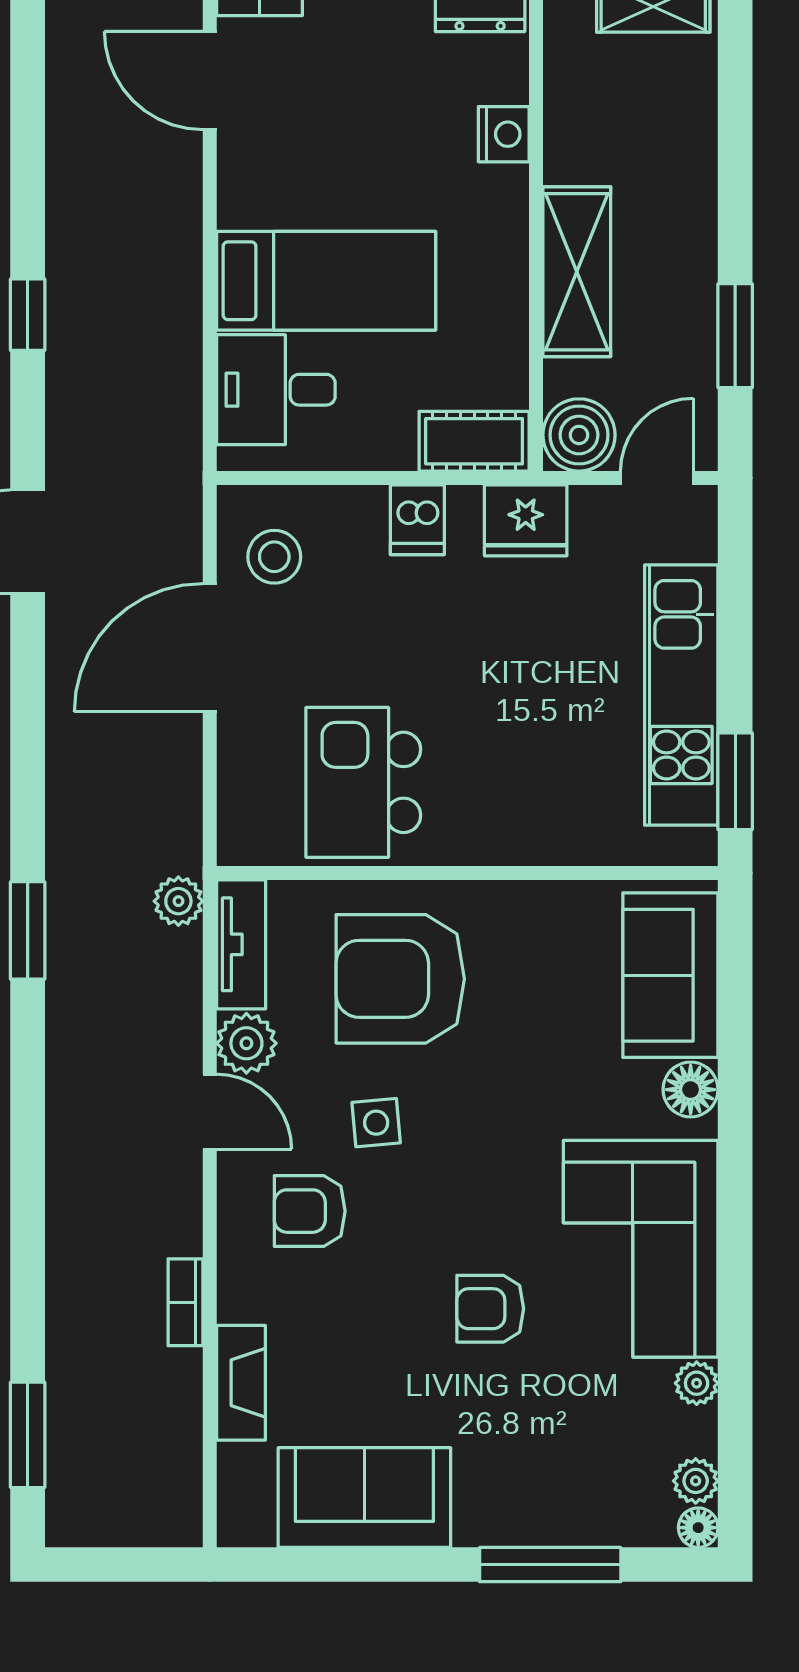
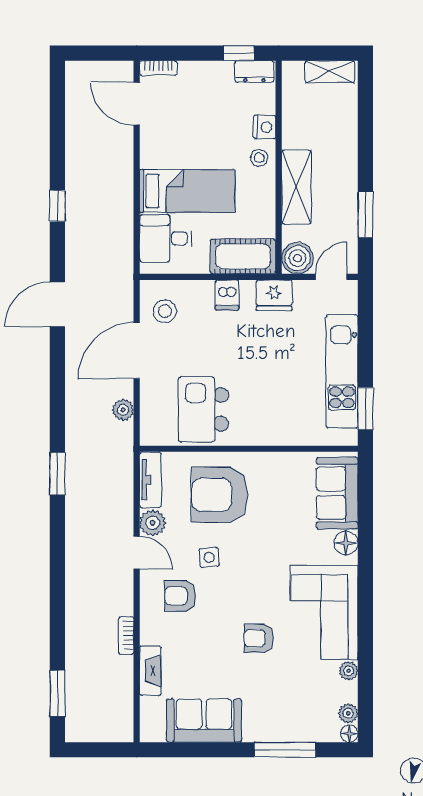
stool: (491, 205) -> (259, 158), added
cot: (474, 441) -> (243, 256), width x1.37, depth x1.34
plant: (178, 901) -> (123, 410), moved

